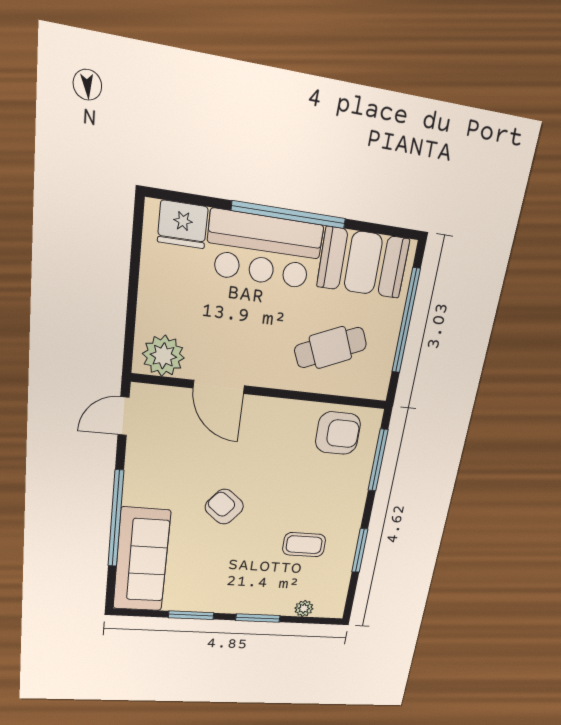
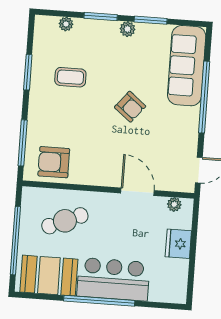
fridge: (183, 224) -> (178, 244), moved, turned -90
plant: (163, 356) -> (174, 204), width x0.53, depth x0.53
plant: (223, 604) -> (127, 29), added

